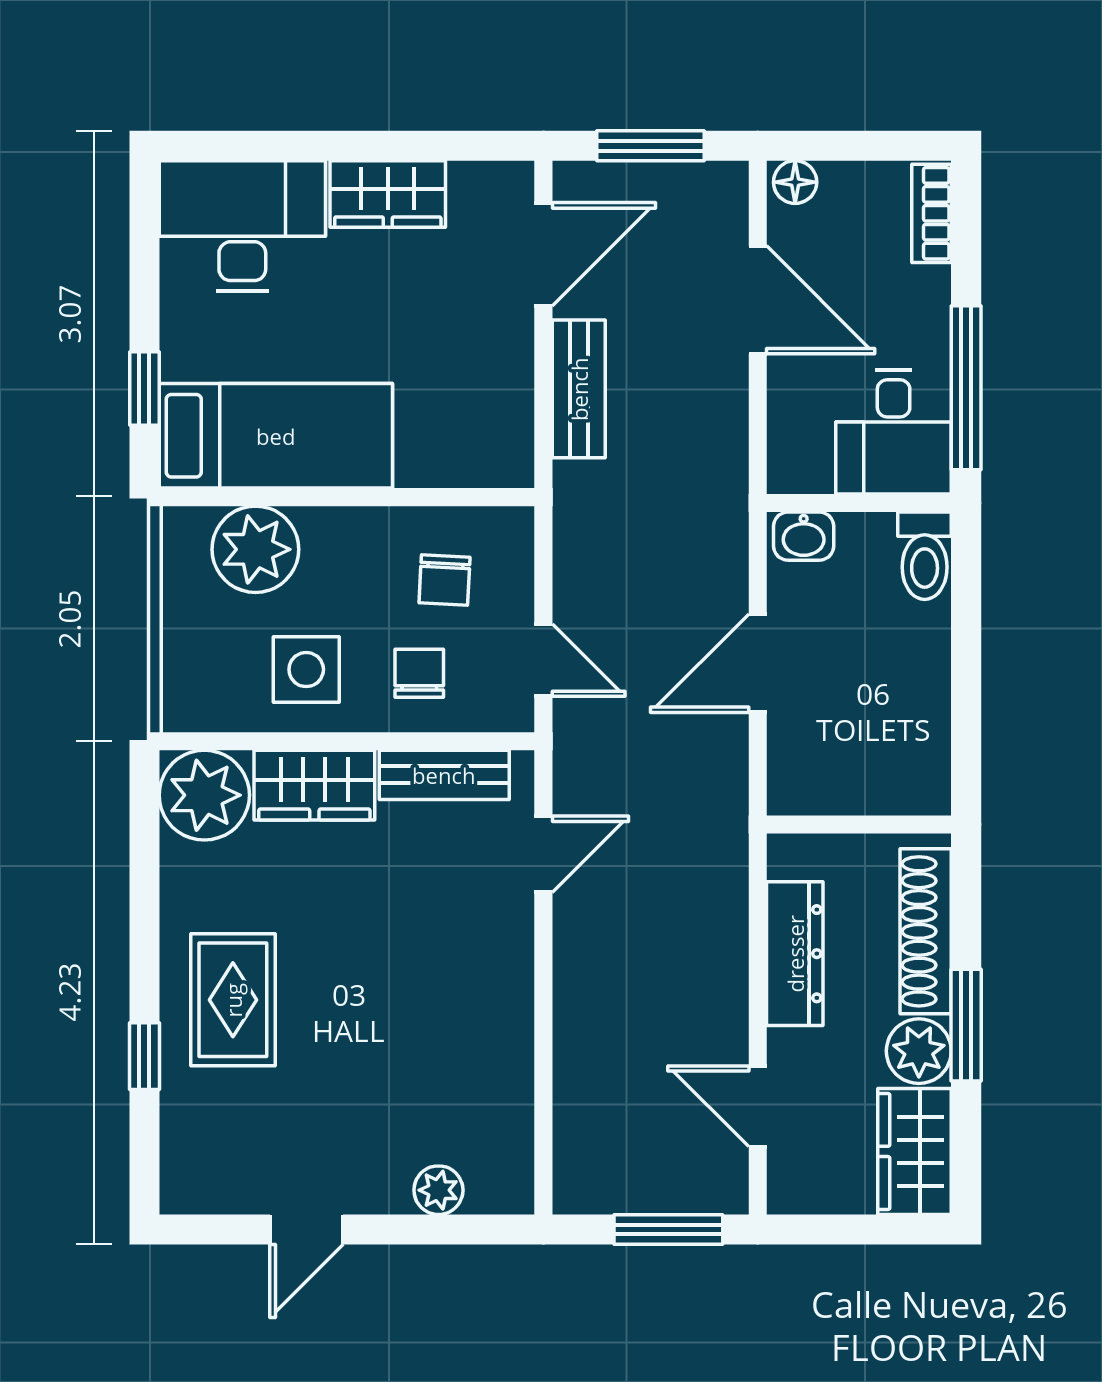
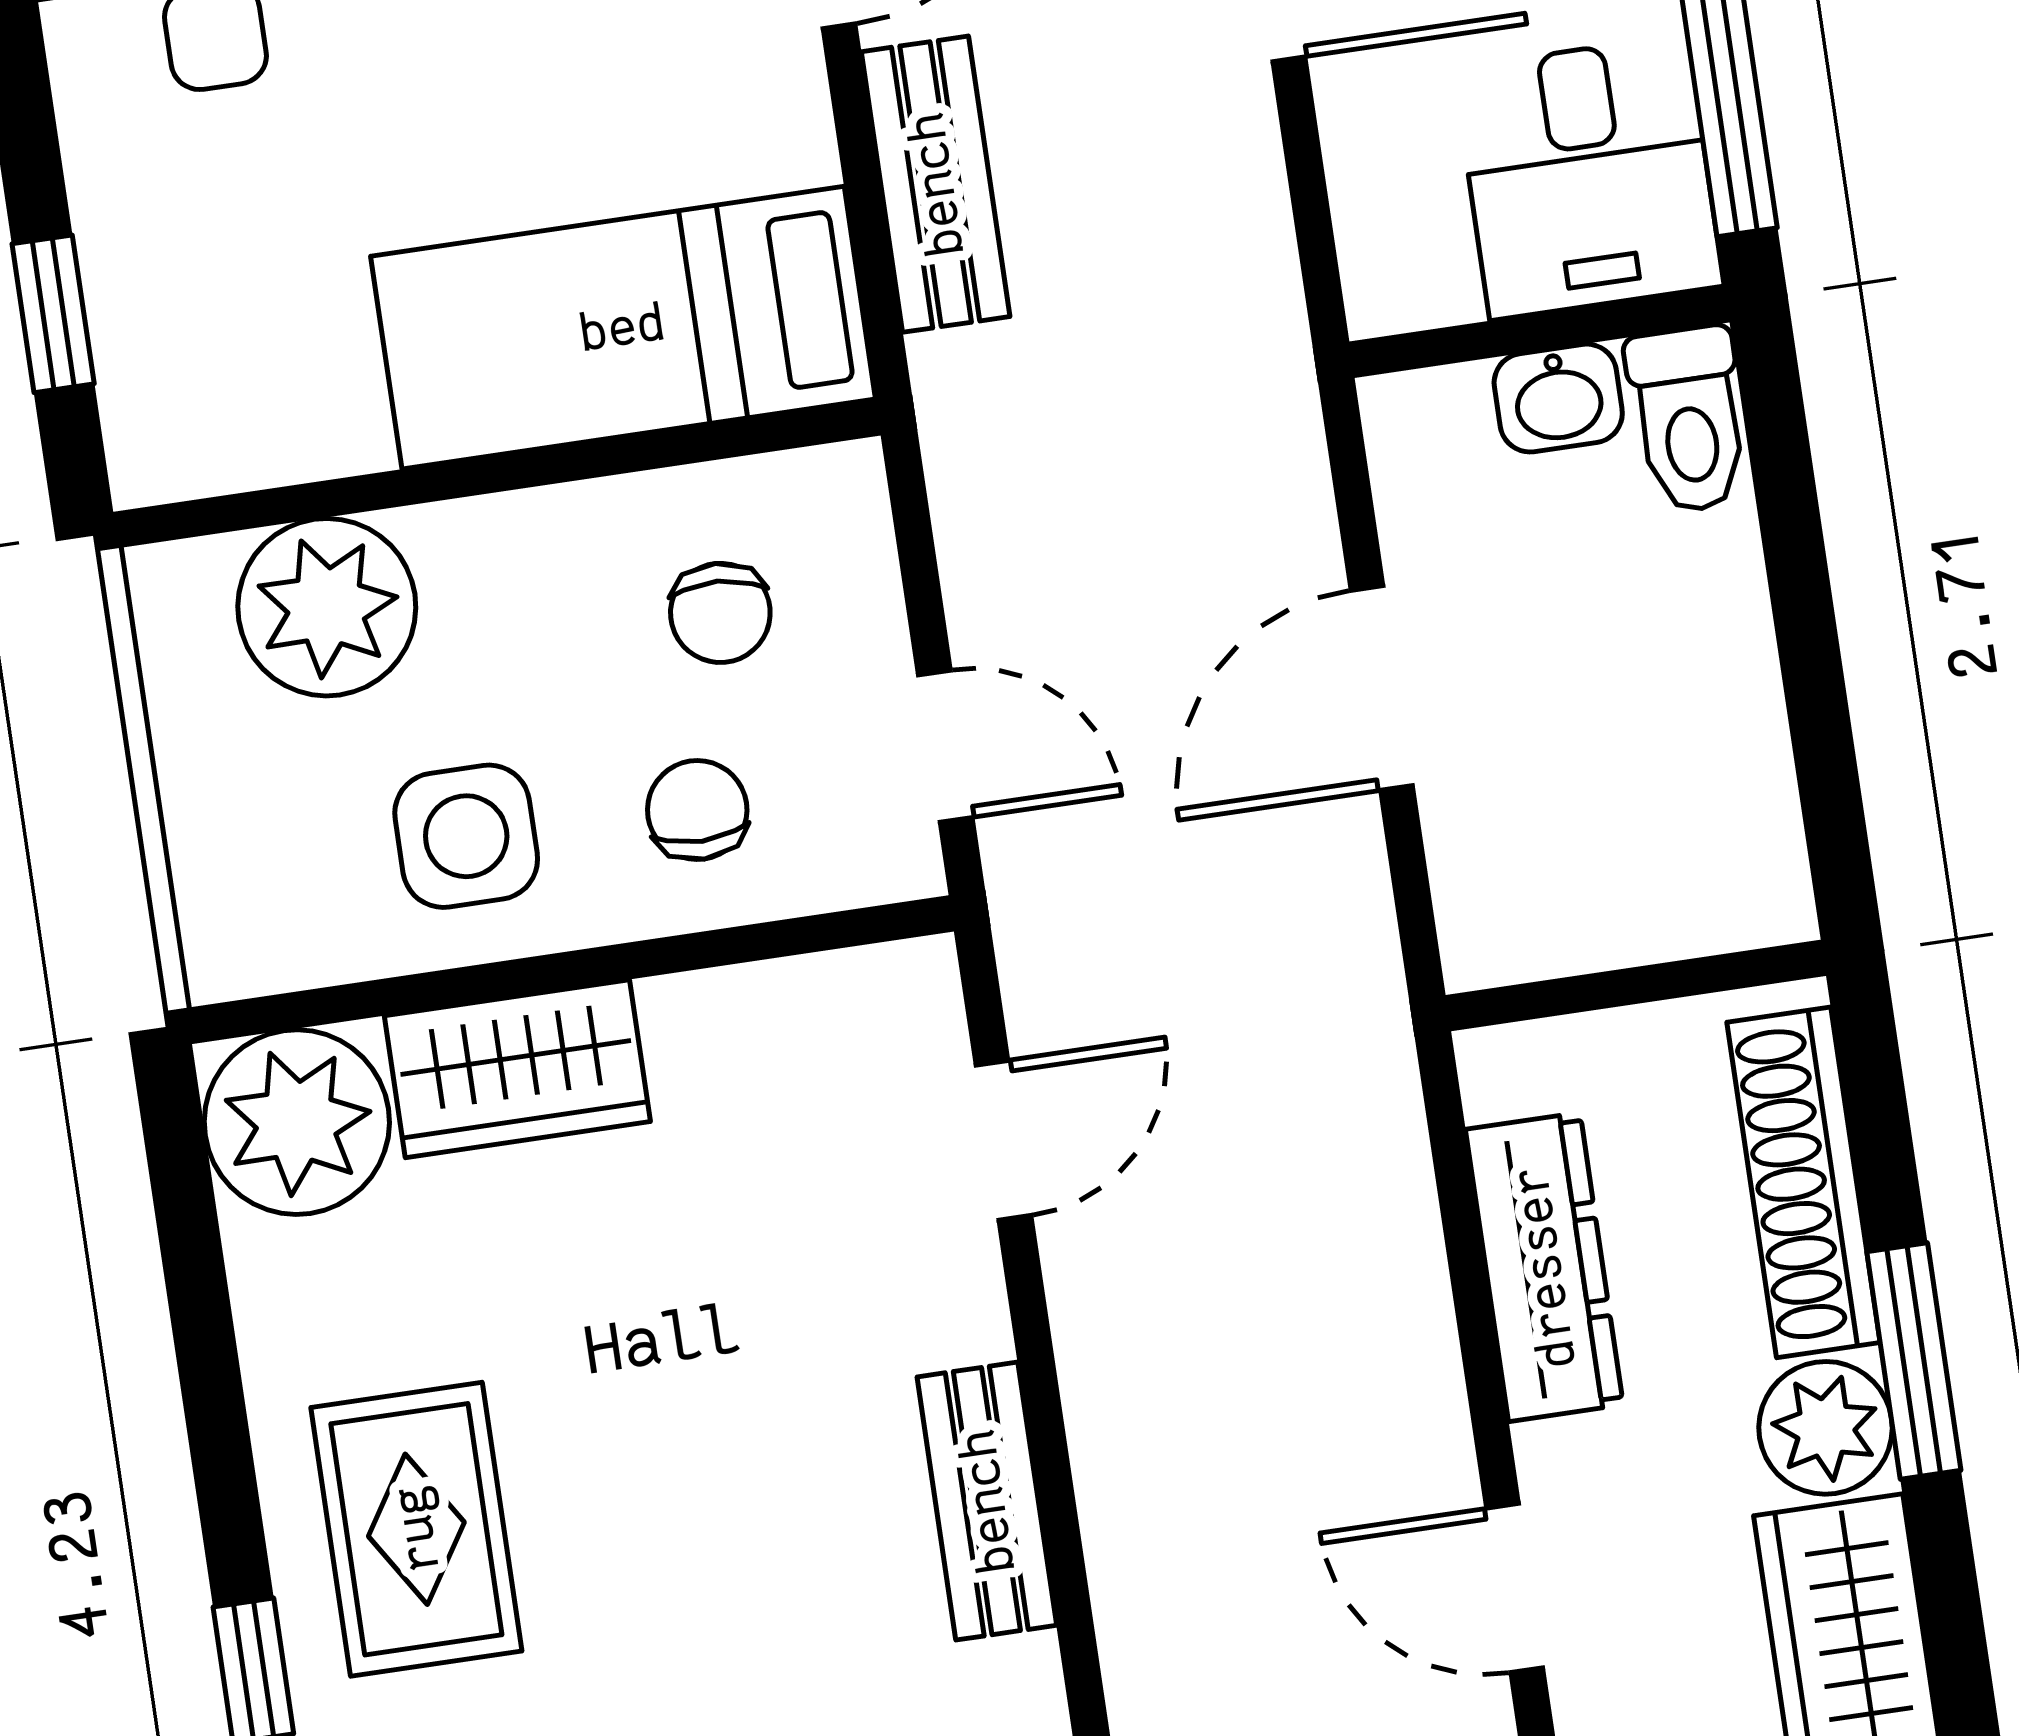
bed: (276, 436) -> (623, 328), moved, turned 180
washbasin: (804, 536) -> (1558, 398), moved
bench: (444, 775) -> (987, 1501), moved, turned 90

